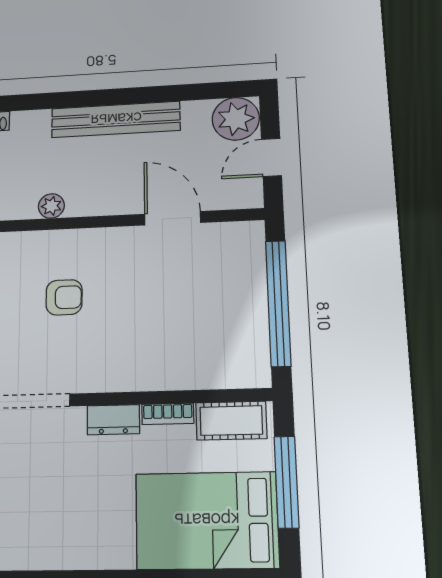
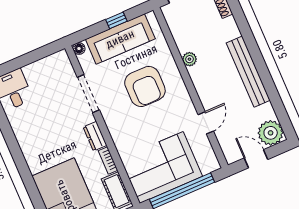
door: (172, 218) -> (206, 123), width x0.73
armchair: (64, 297) -> (145, 86), width x1.88, depth x1.88
corner sofa: (220, 323) -> (161, 167), added

